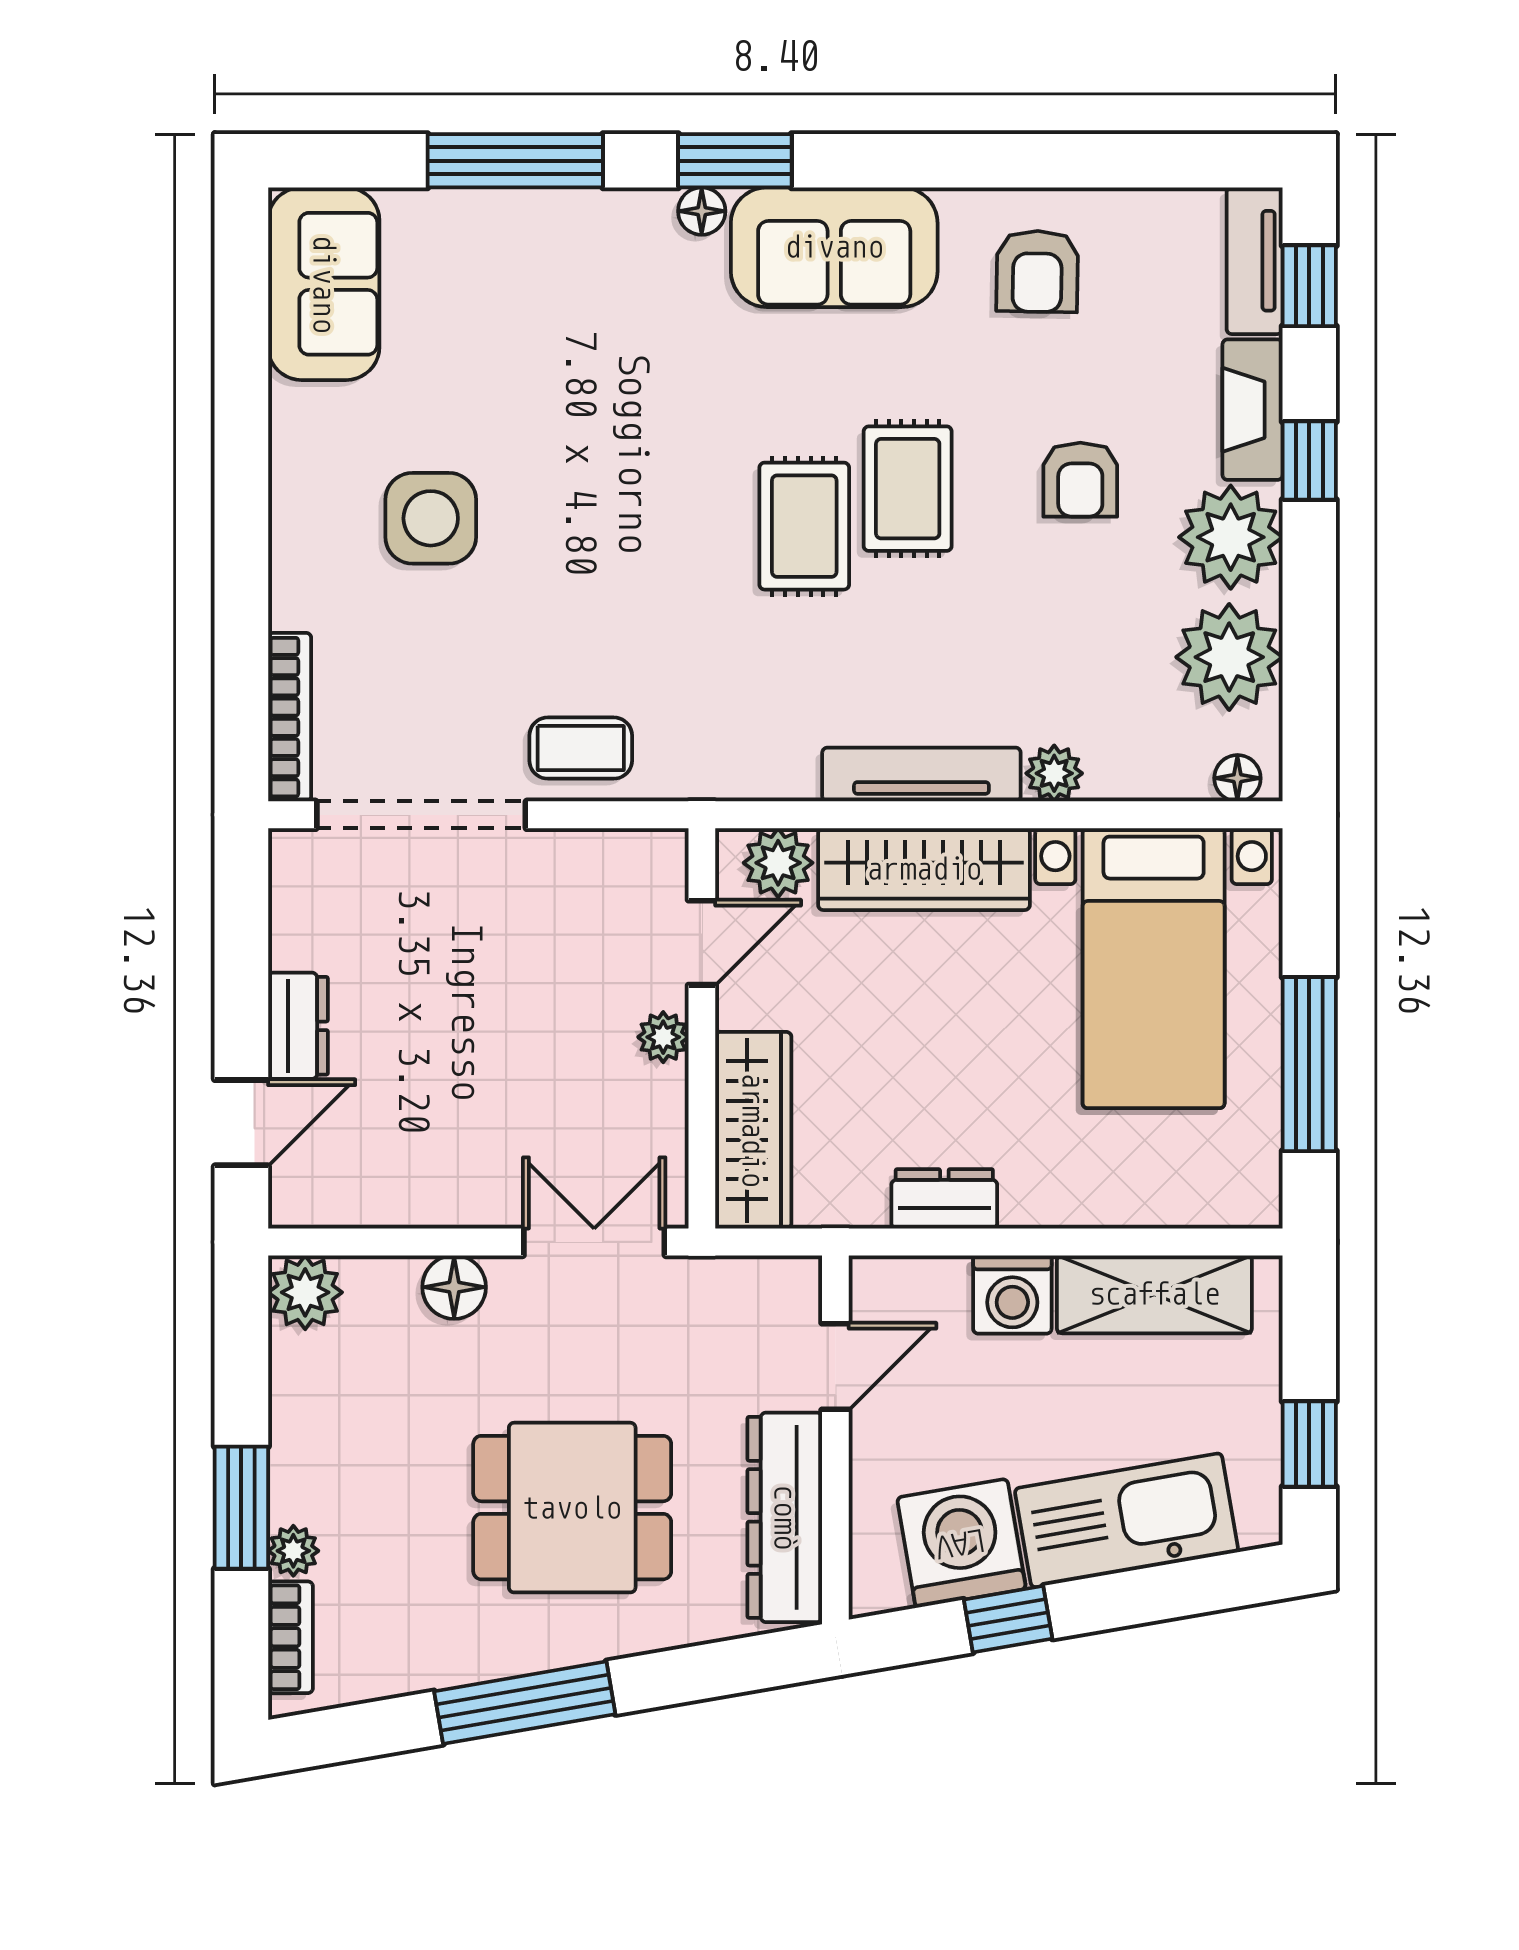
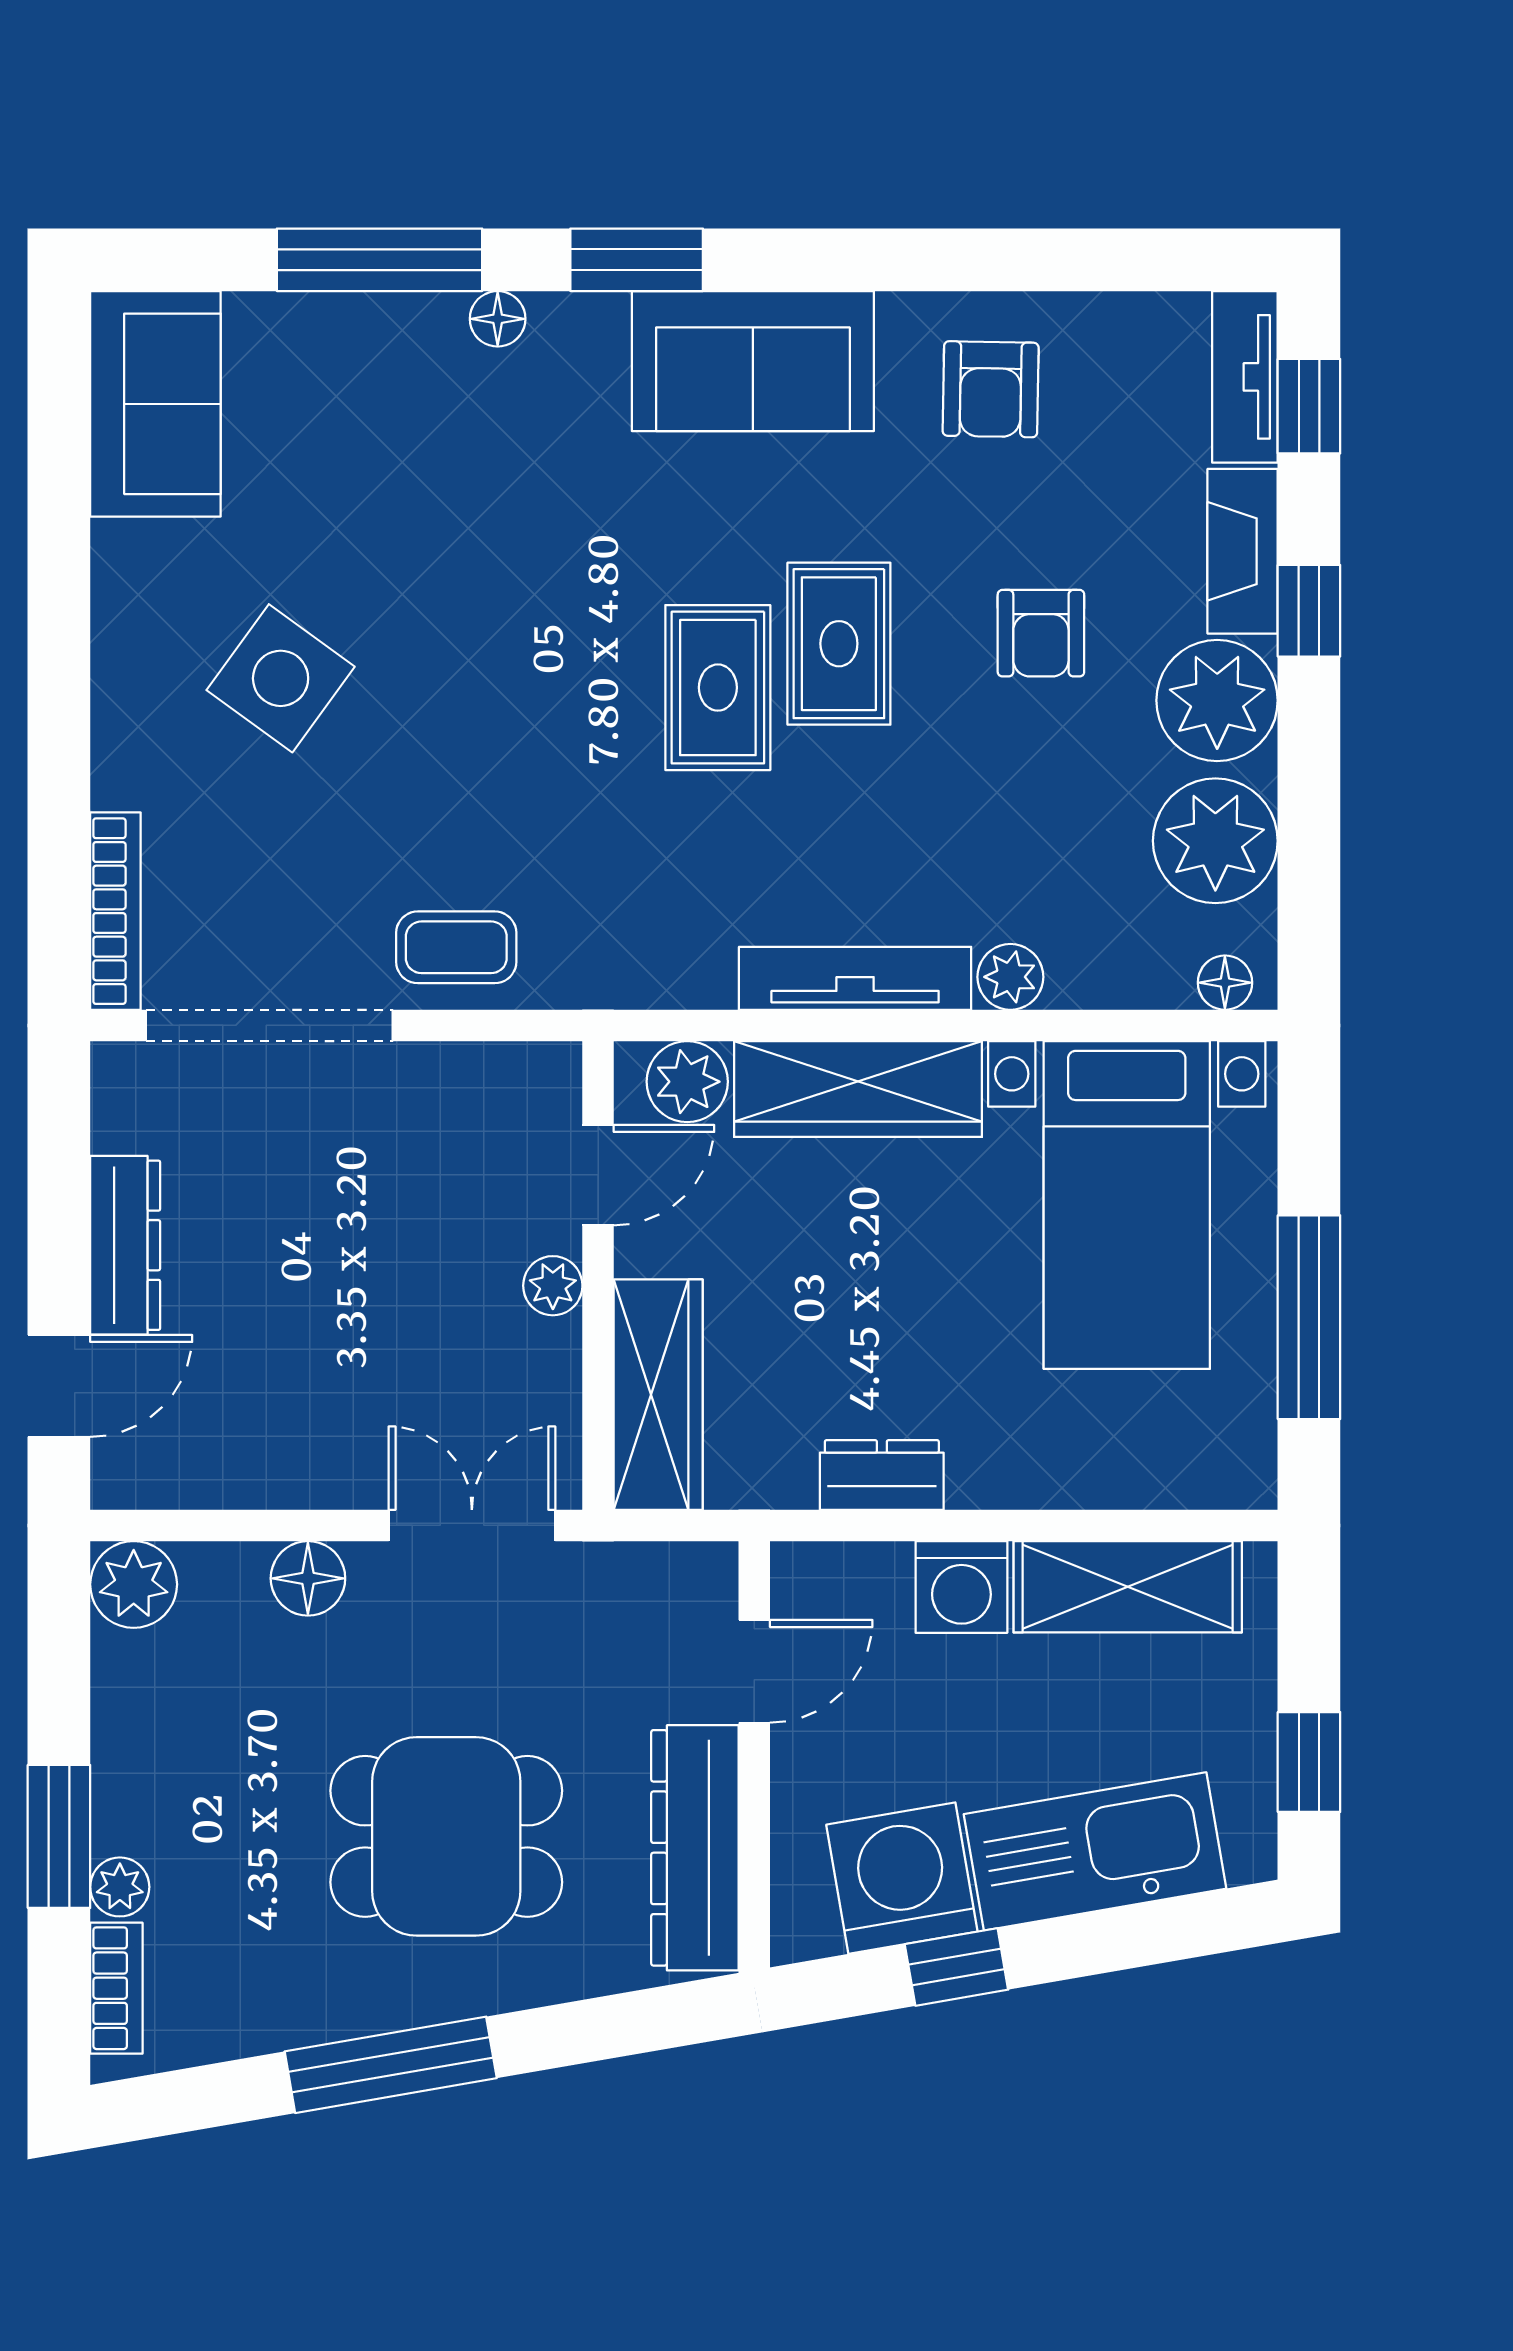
floor lamp: (702, 211) -> (498, 319), moved
side table: (431, 518) -> (281, 678), turned 36
dresser: (298, 1026) -> (125, 1245), width x1.44

